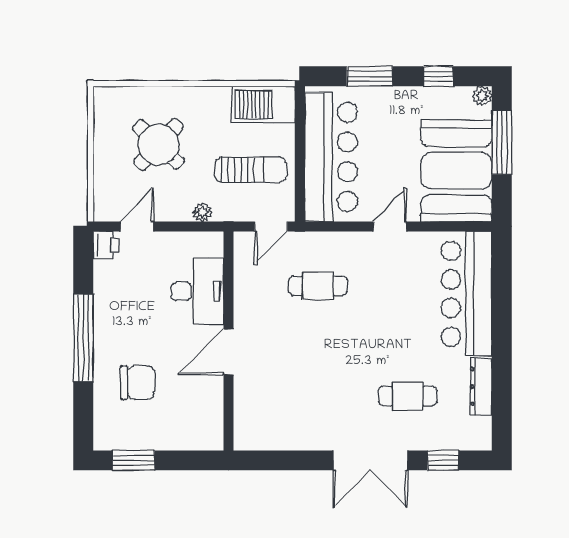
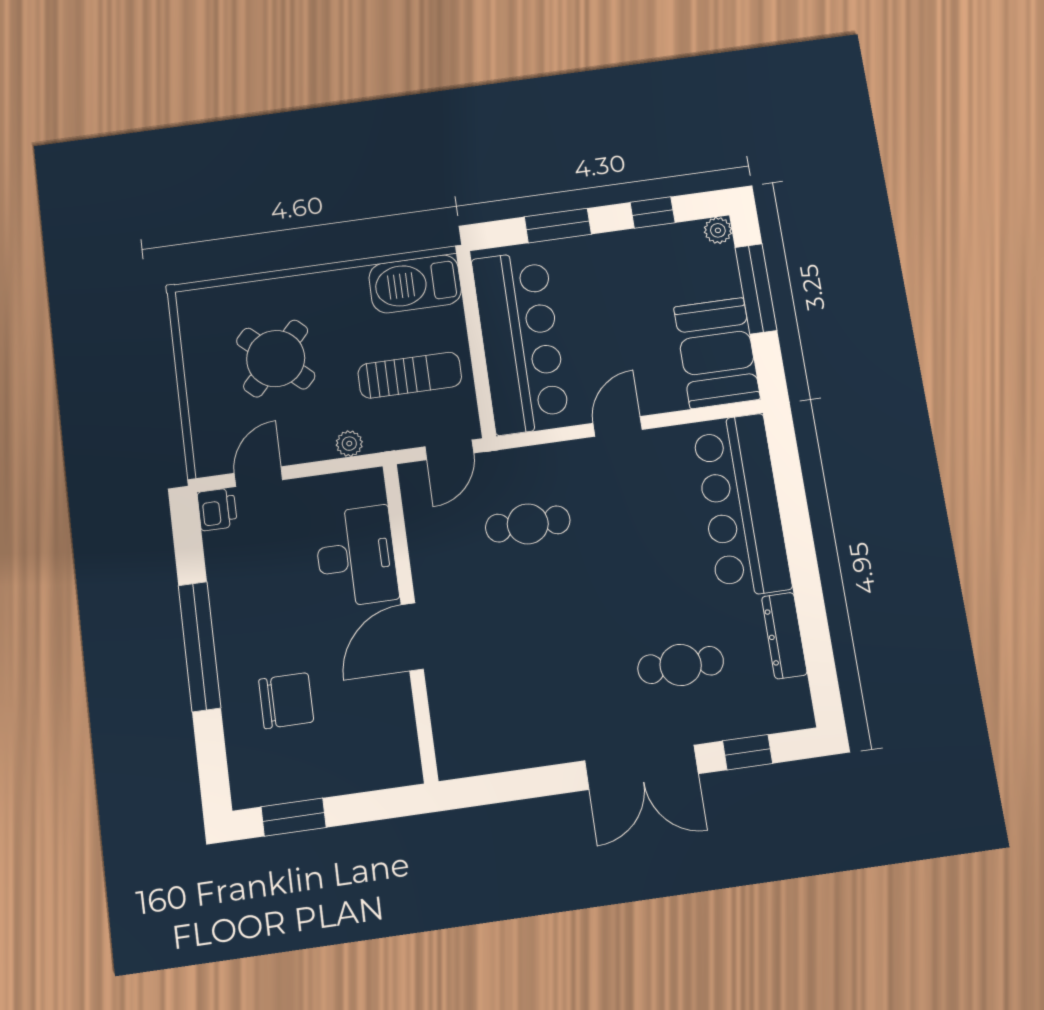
booth: (456, 171) -> (717, 353), width x0.73, depth x0.70

